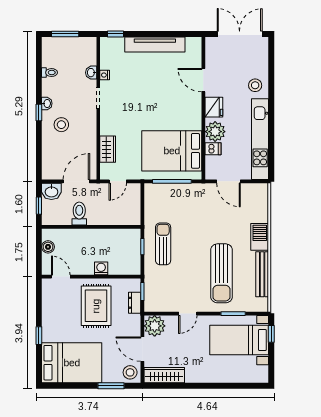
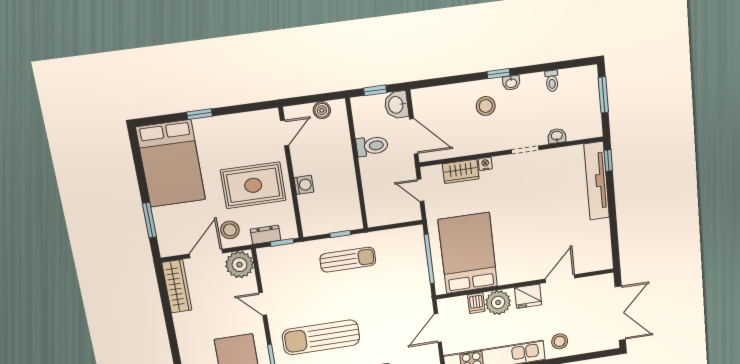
tv unit: (155, 44) -> (597, 181), moved
nightstand: (105, 75) -> (485, 164), moved
stool: (130, 372) -> (230, 230), moved

